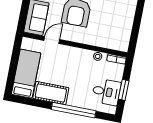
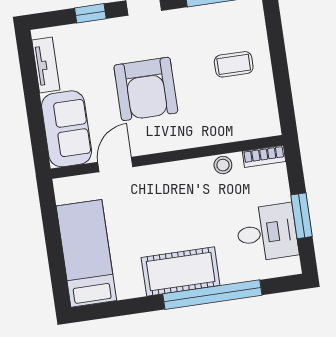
coffee table: (117, 15) -> (234, 64), added
cot: (51, 93) -> (181, 271), moved

